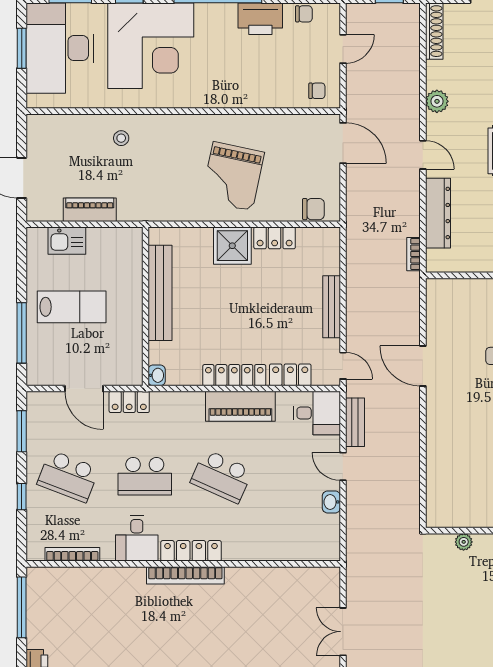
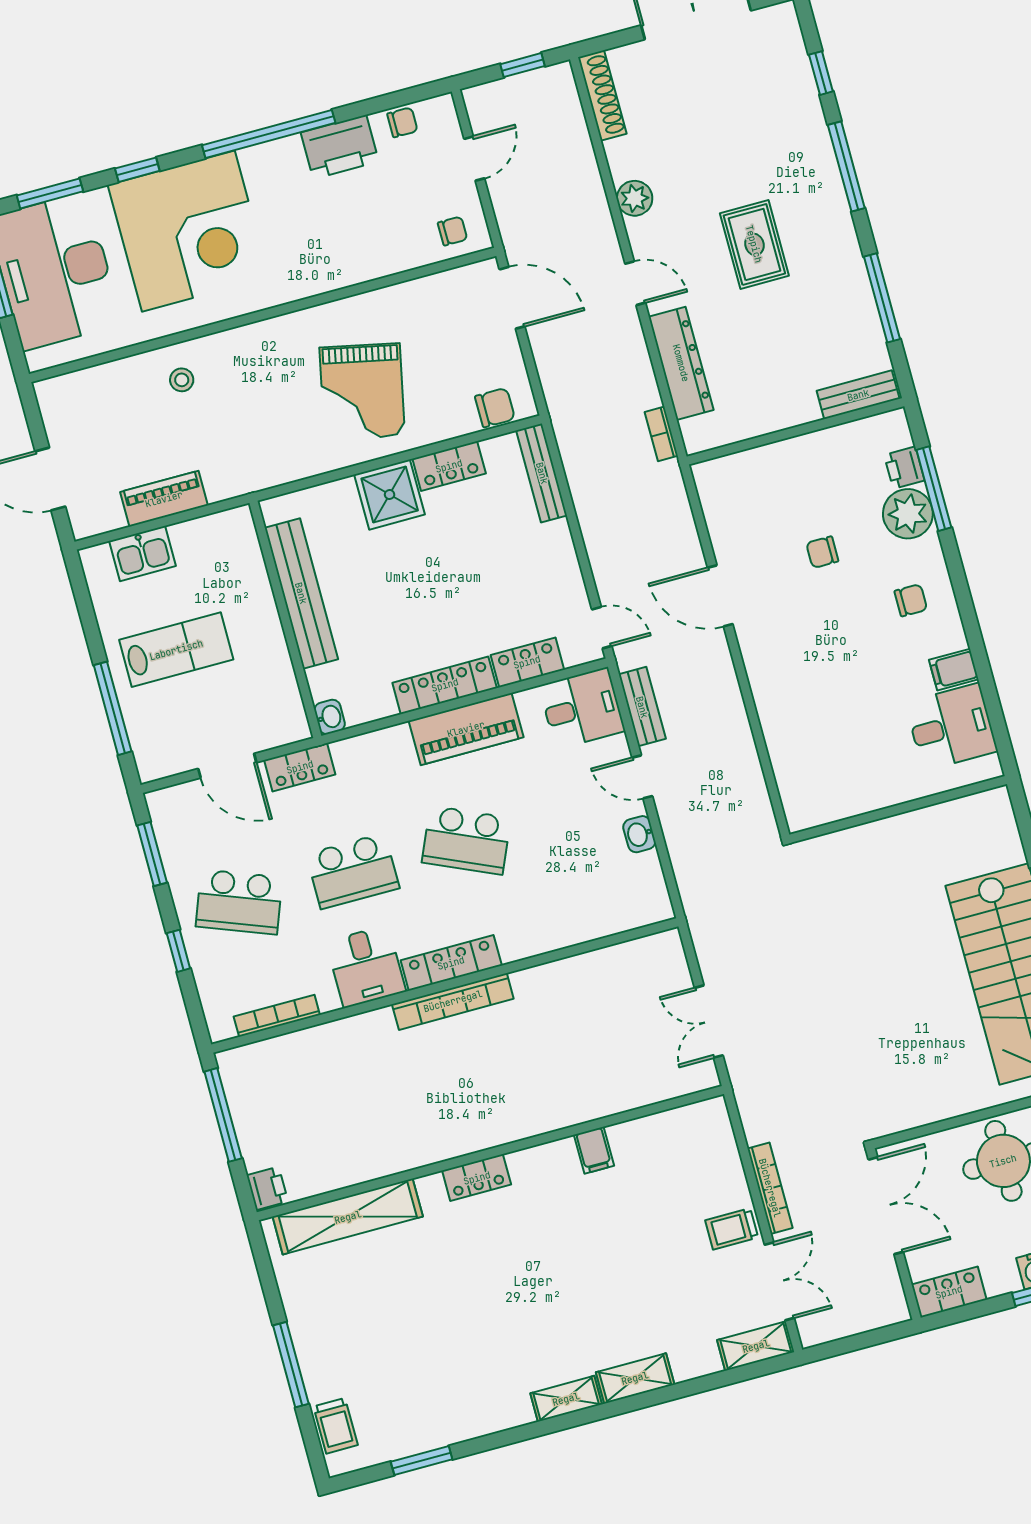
bench: (332, 307) -> (542, 473), moved
plant: (464, 542) -> (851, 840), removed

